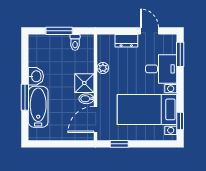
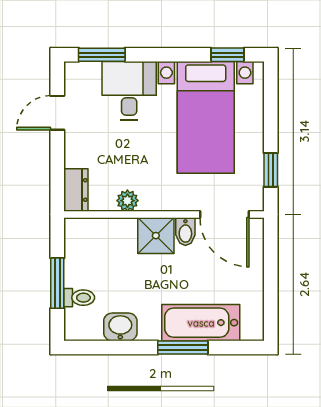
dresser: (126, 41) -> (76, 190), moved
toilet: (75, 42) -> (79, 298), moved
washbasin: (36, 76) -> (120, 327), moved

